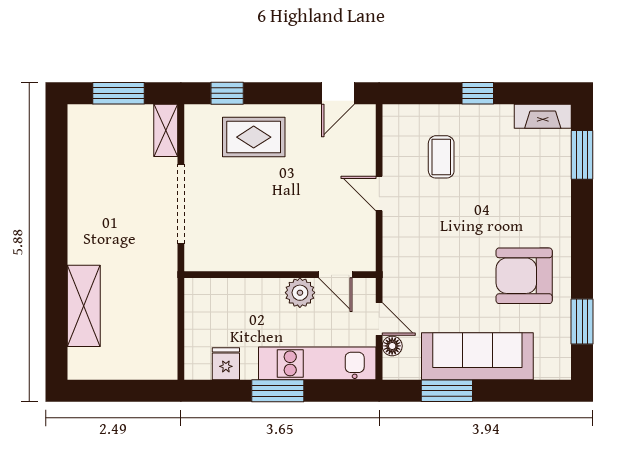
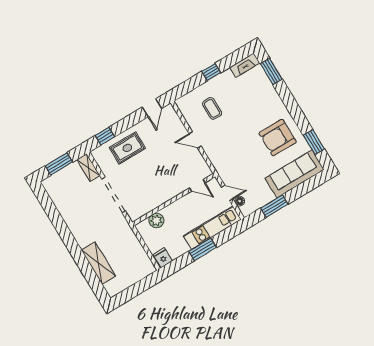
plant: (300, 293) -> (156, 220), moved
sofa: (477, 356) -> (295, 174), moved
fridge: (226, 364) -> (163, 258), moved

